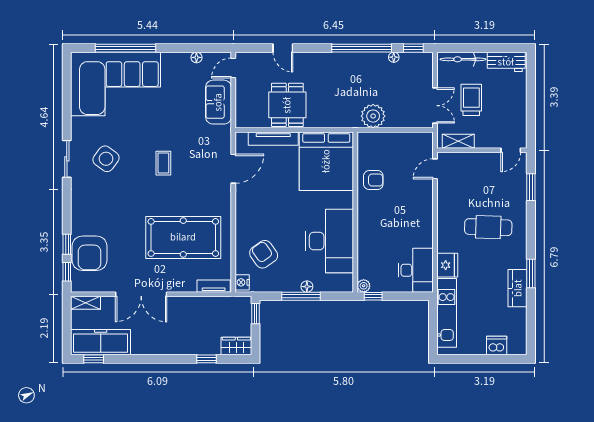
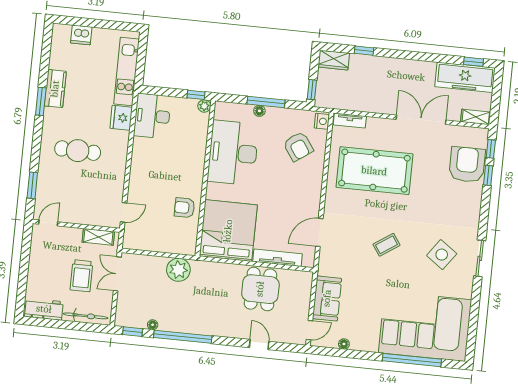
coffee table: (163, 163) -> (386, 245), turned 56

